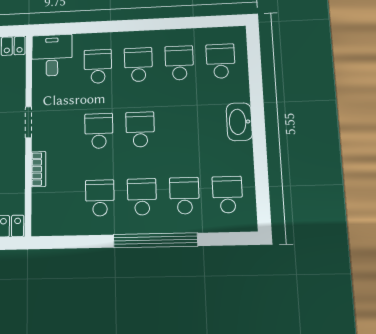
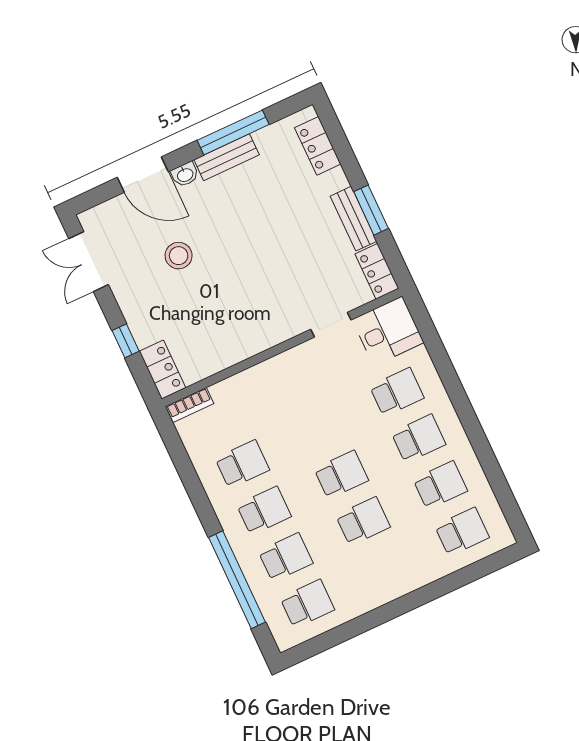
doorway: (29, 122) -> (331, 325), moved
washbasin: (239, 122) -> (397, 582), removed
school desk: (99, 131) -> (363, 521), moved
bookcase: (39, 169) -> (190, 405), moved
window: (155, 240) -> (237, 580), moved

